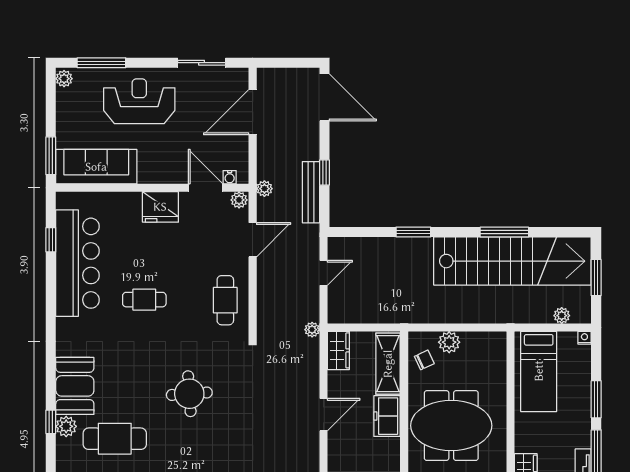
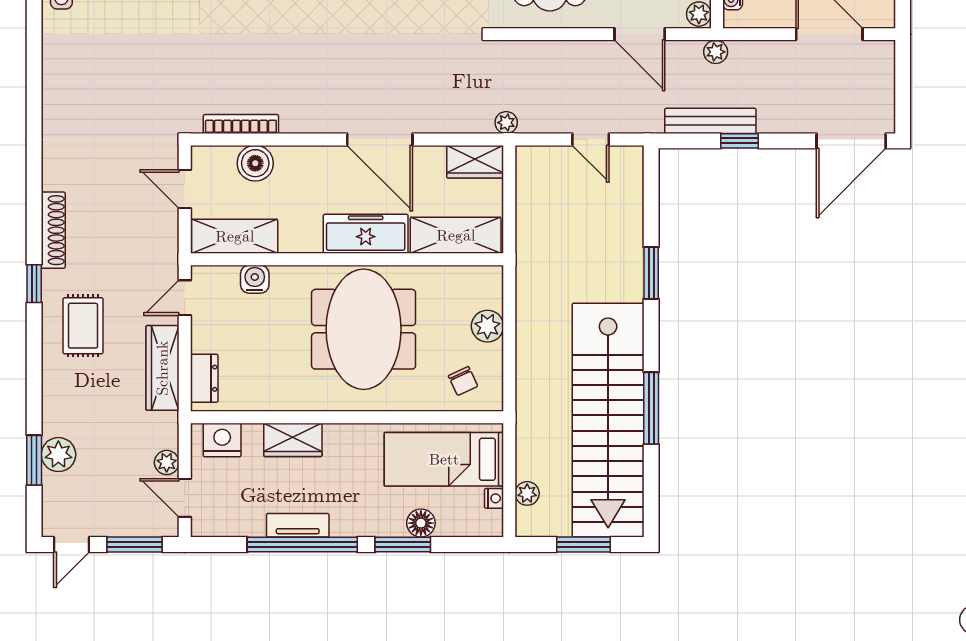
nightstand: (584, 338) -> (494, 498), moved
chair: (424, 360) -> (463, 381), moved
floor lamp: (582, 387) -> (421, 523), added
door: (323, 415) -> (380, 139), width x1.36
freezer: (387, 416) -> (366, 234), width x1.40

